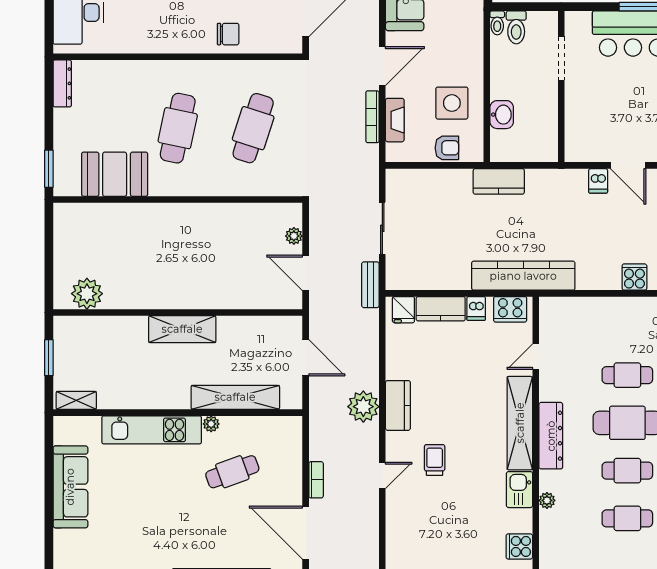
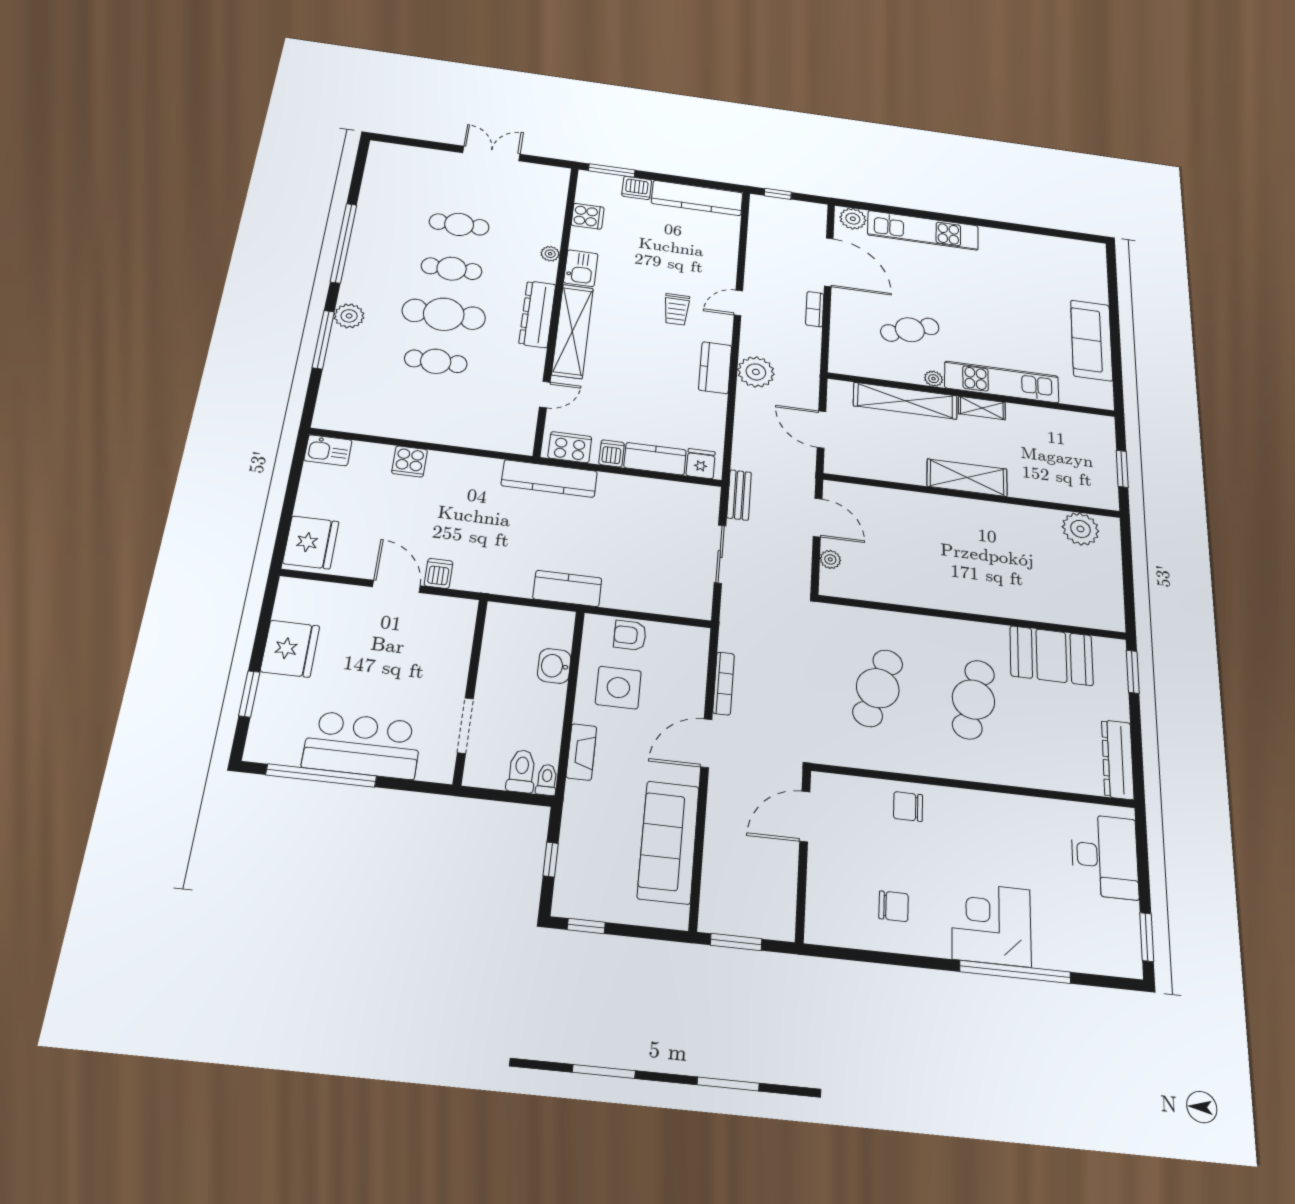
dresser: (62, 83) -> (1118, 759), width x1.37, depth x1.24
fireplace: (395, 120) -> (581, 752), moved, turned 180
kitchen counter: (523, 276) -> (549, 478), width x0.72, depth x0.86
shelving: (76, 400) -> (982, 408), moved

